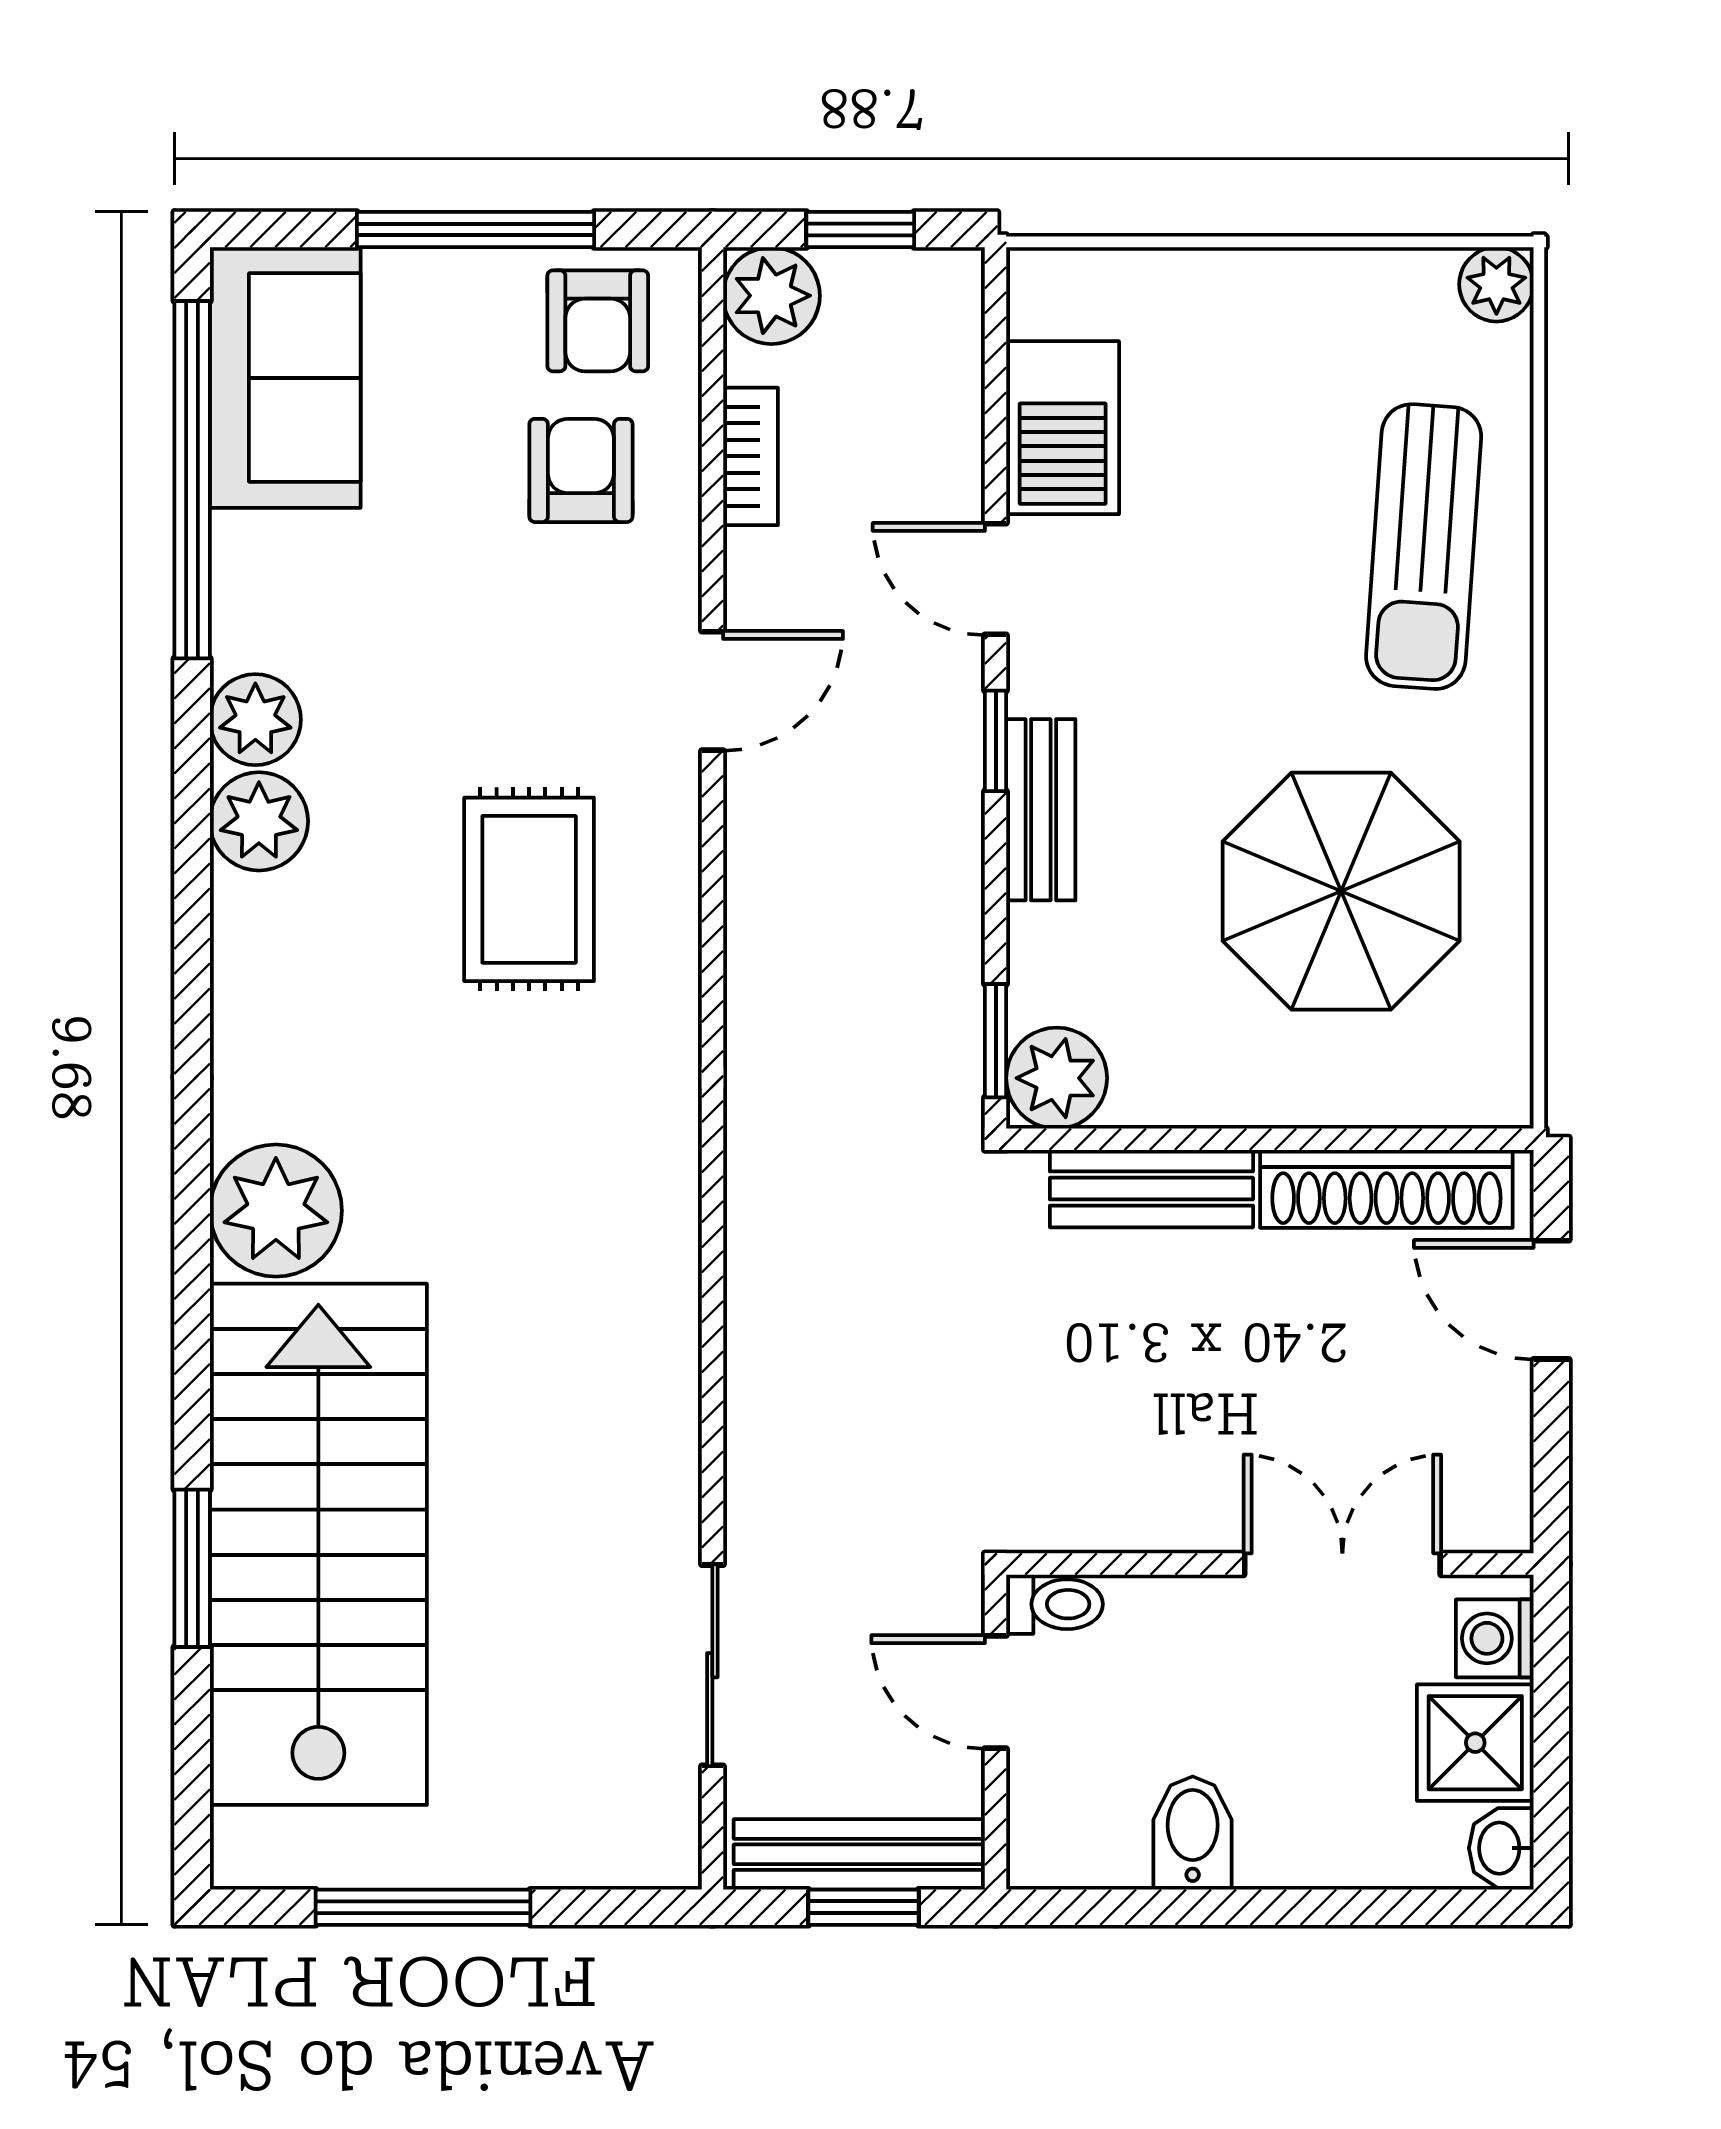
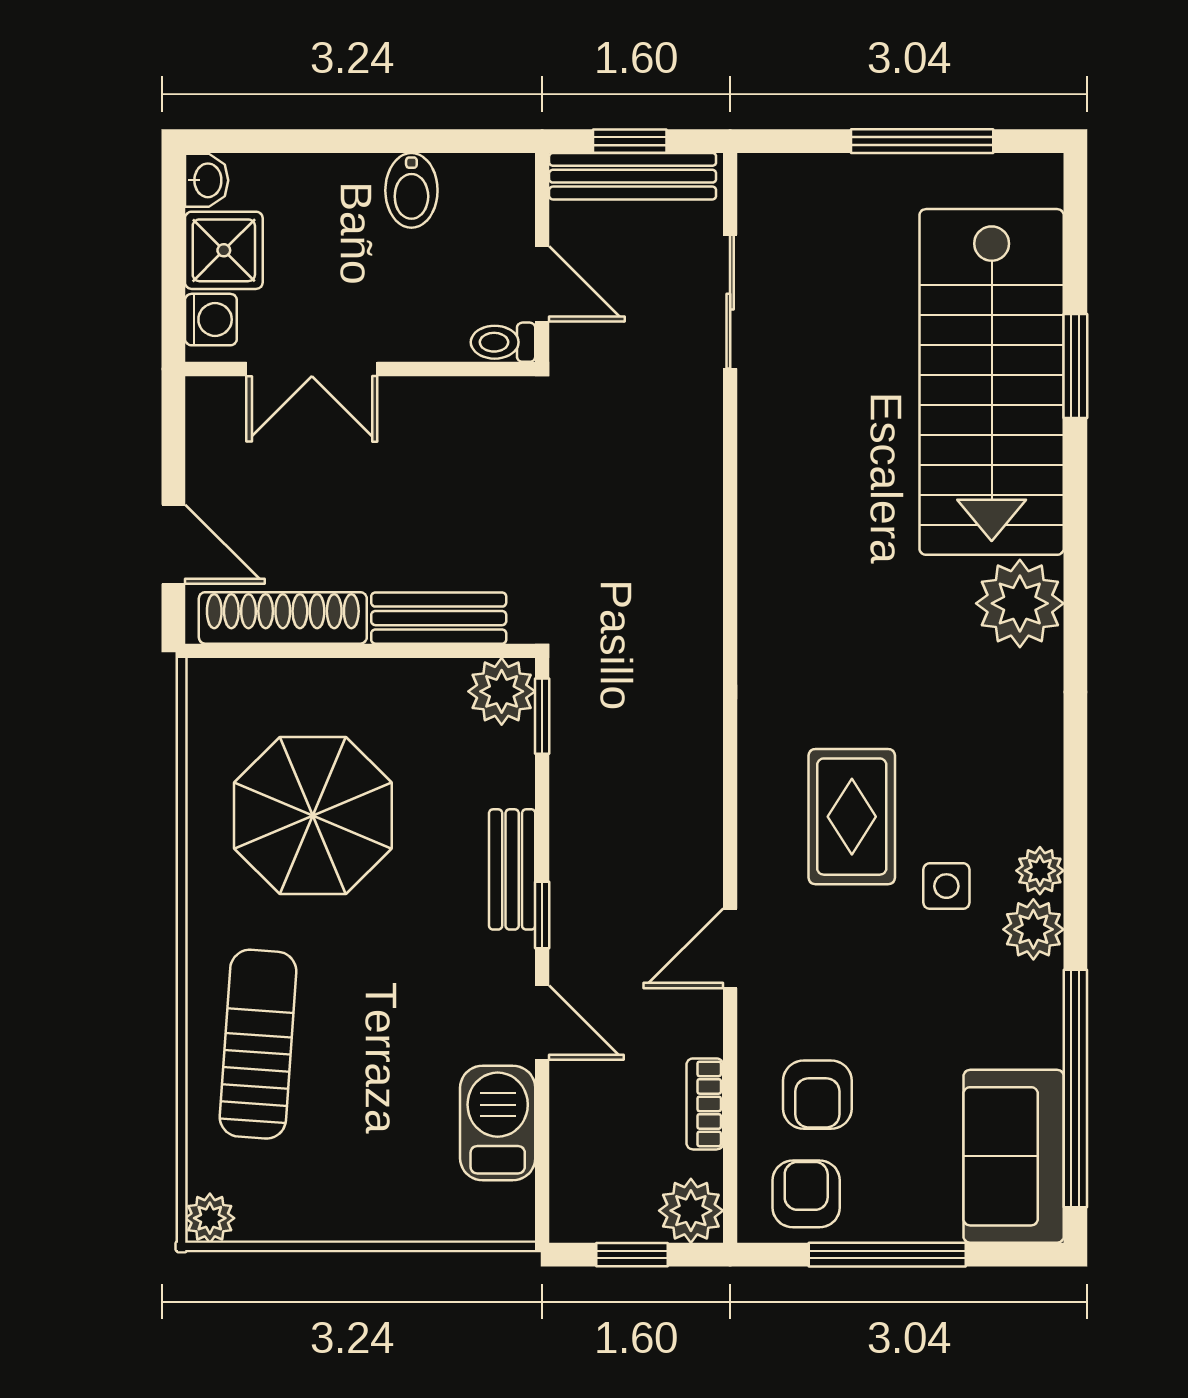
side table: (386, 785) -> (946, 886), added
plant: (259, 821) -> (1040, 871), width x0.73, depth x0.73

